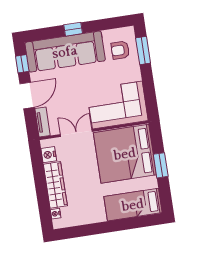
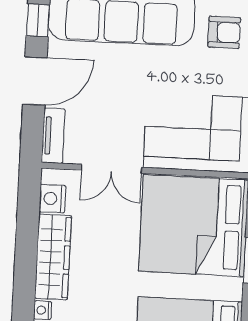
armchair: (120, 50) -> (224, 32), turned 180
double door: (76, 133) -> (112, 169), swing flipped

